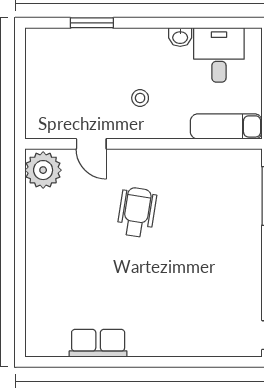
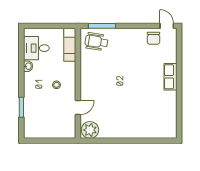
wheelchair: (137, 212) -> (96, 42), moved
chair: (240, 307) -> (153, 38), added
row of seats: (98, 343) -> (171, 77), moved

